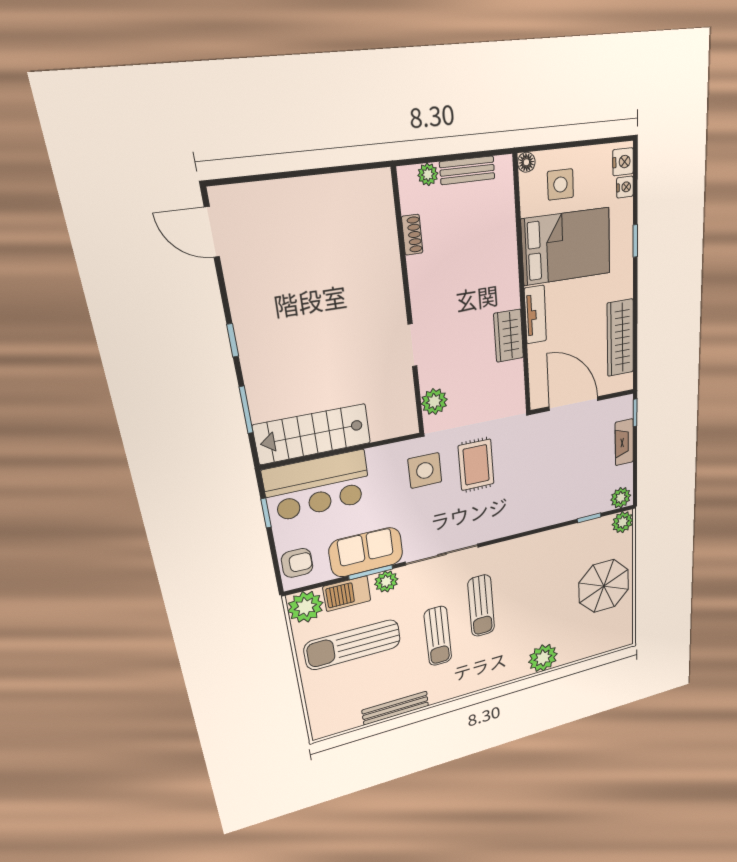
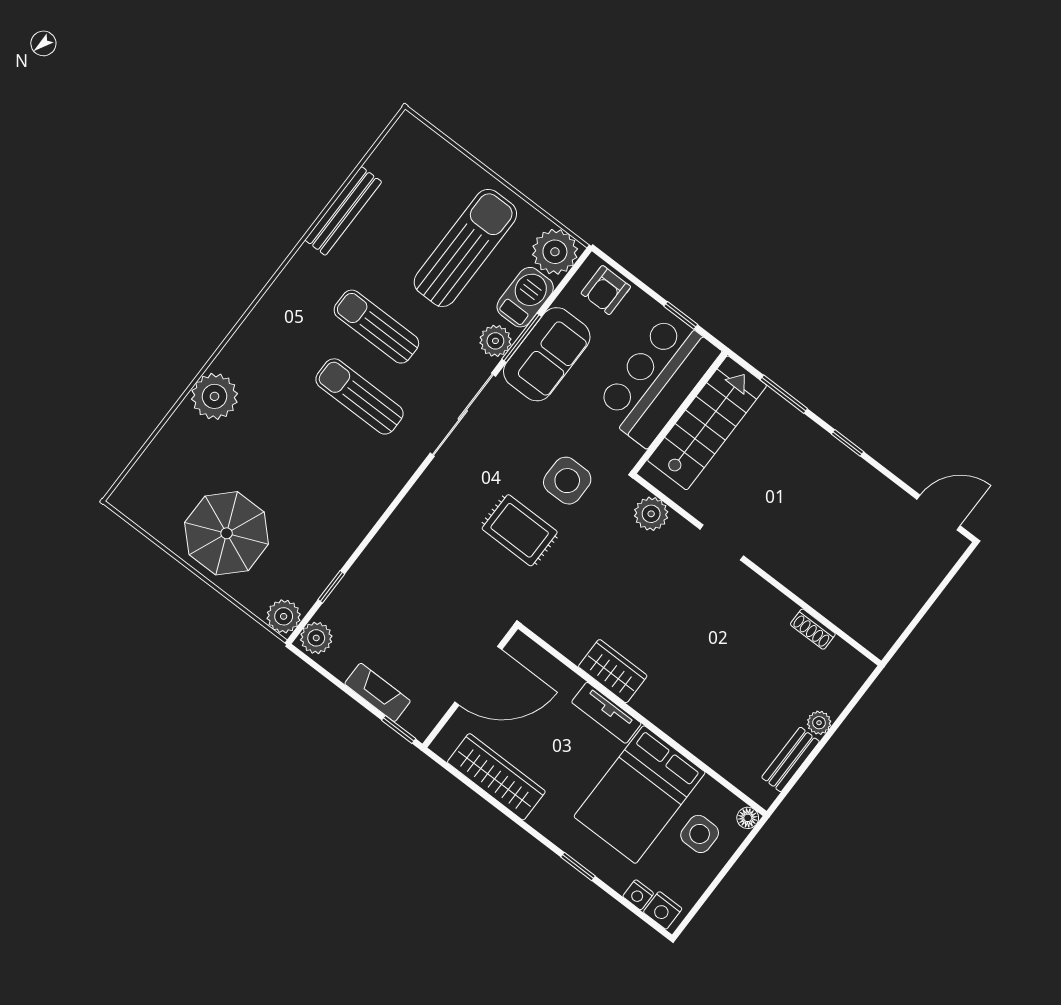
shoe rack: (412, 235) -> (813, 629), moved
wall: (408, 308) -> (757, 570), moved
doorway: (412, 345) -> (722, 543), moved
plant: (434, 402) -> (651, 514), moved

